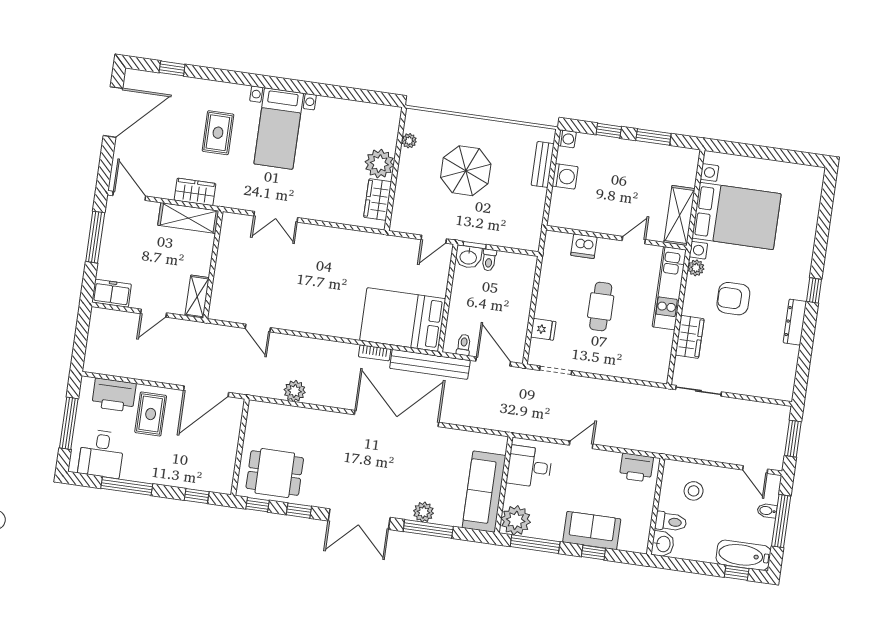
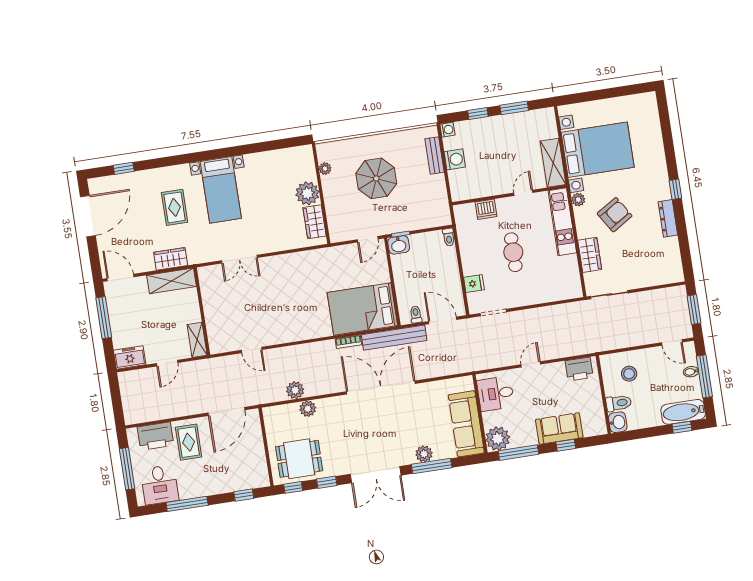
toilet: (489, 260) -> (449, 237), moved
armchair: (733, 299) -> (615, 215), turned 148
plant: (303, 417) -> (308, 409), added

